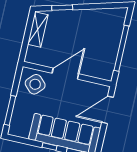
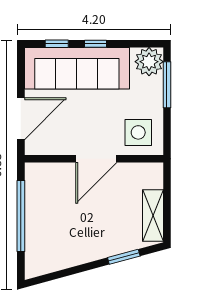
side table: (35, 84) -> (138, 132), turned 45
plant: (18, 128) -> (149, 62), added

